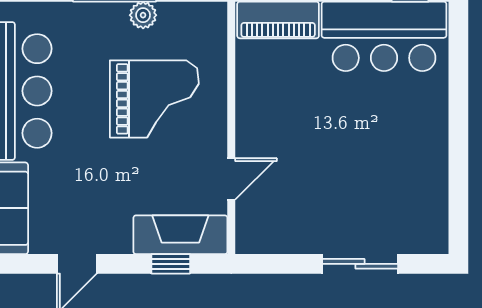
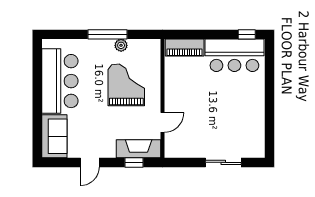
grand piano: (154, 99) -> (126, 85), turned -90

